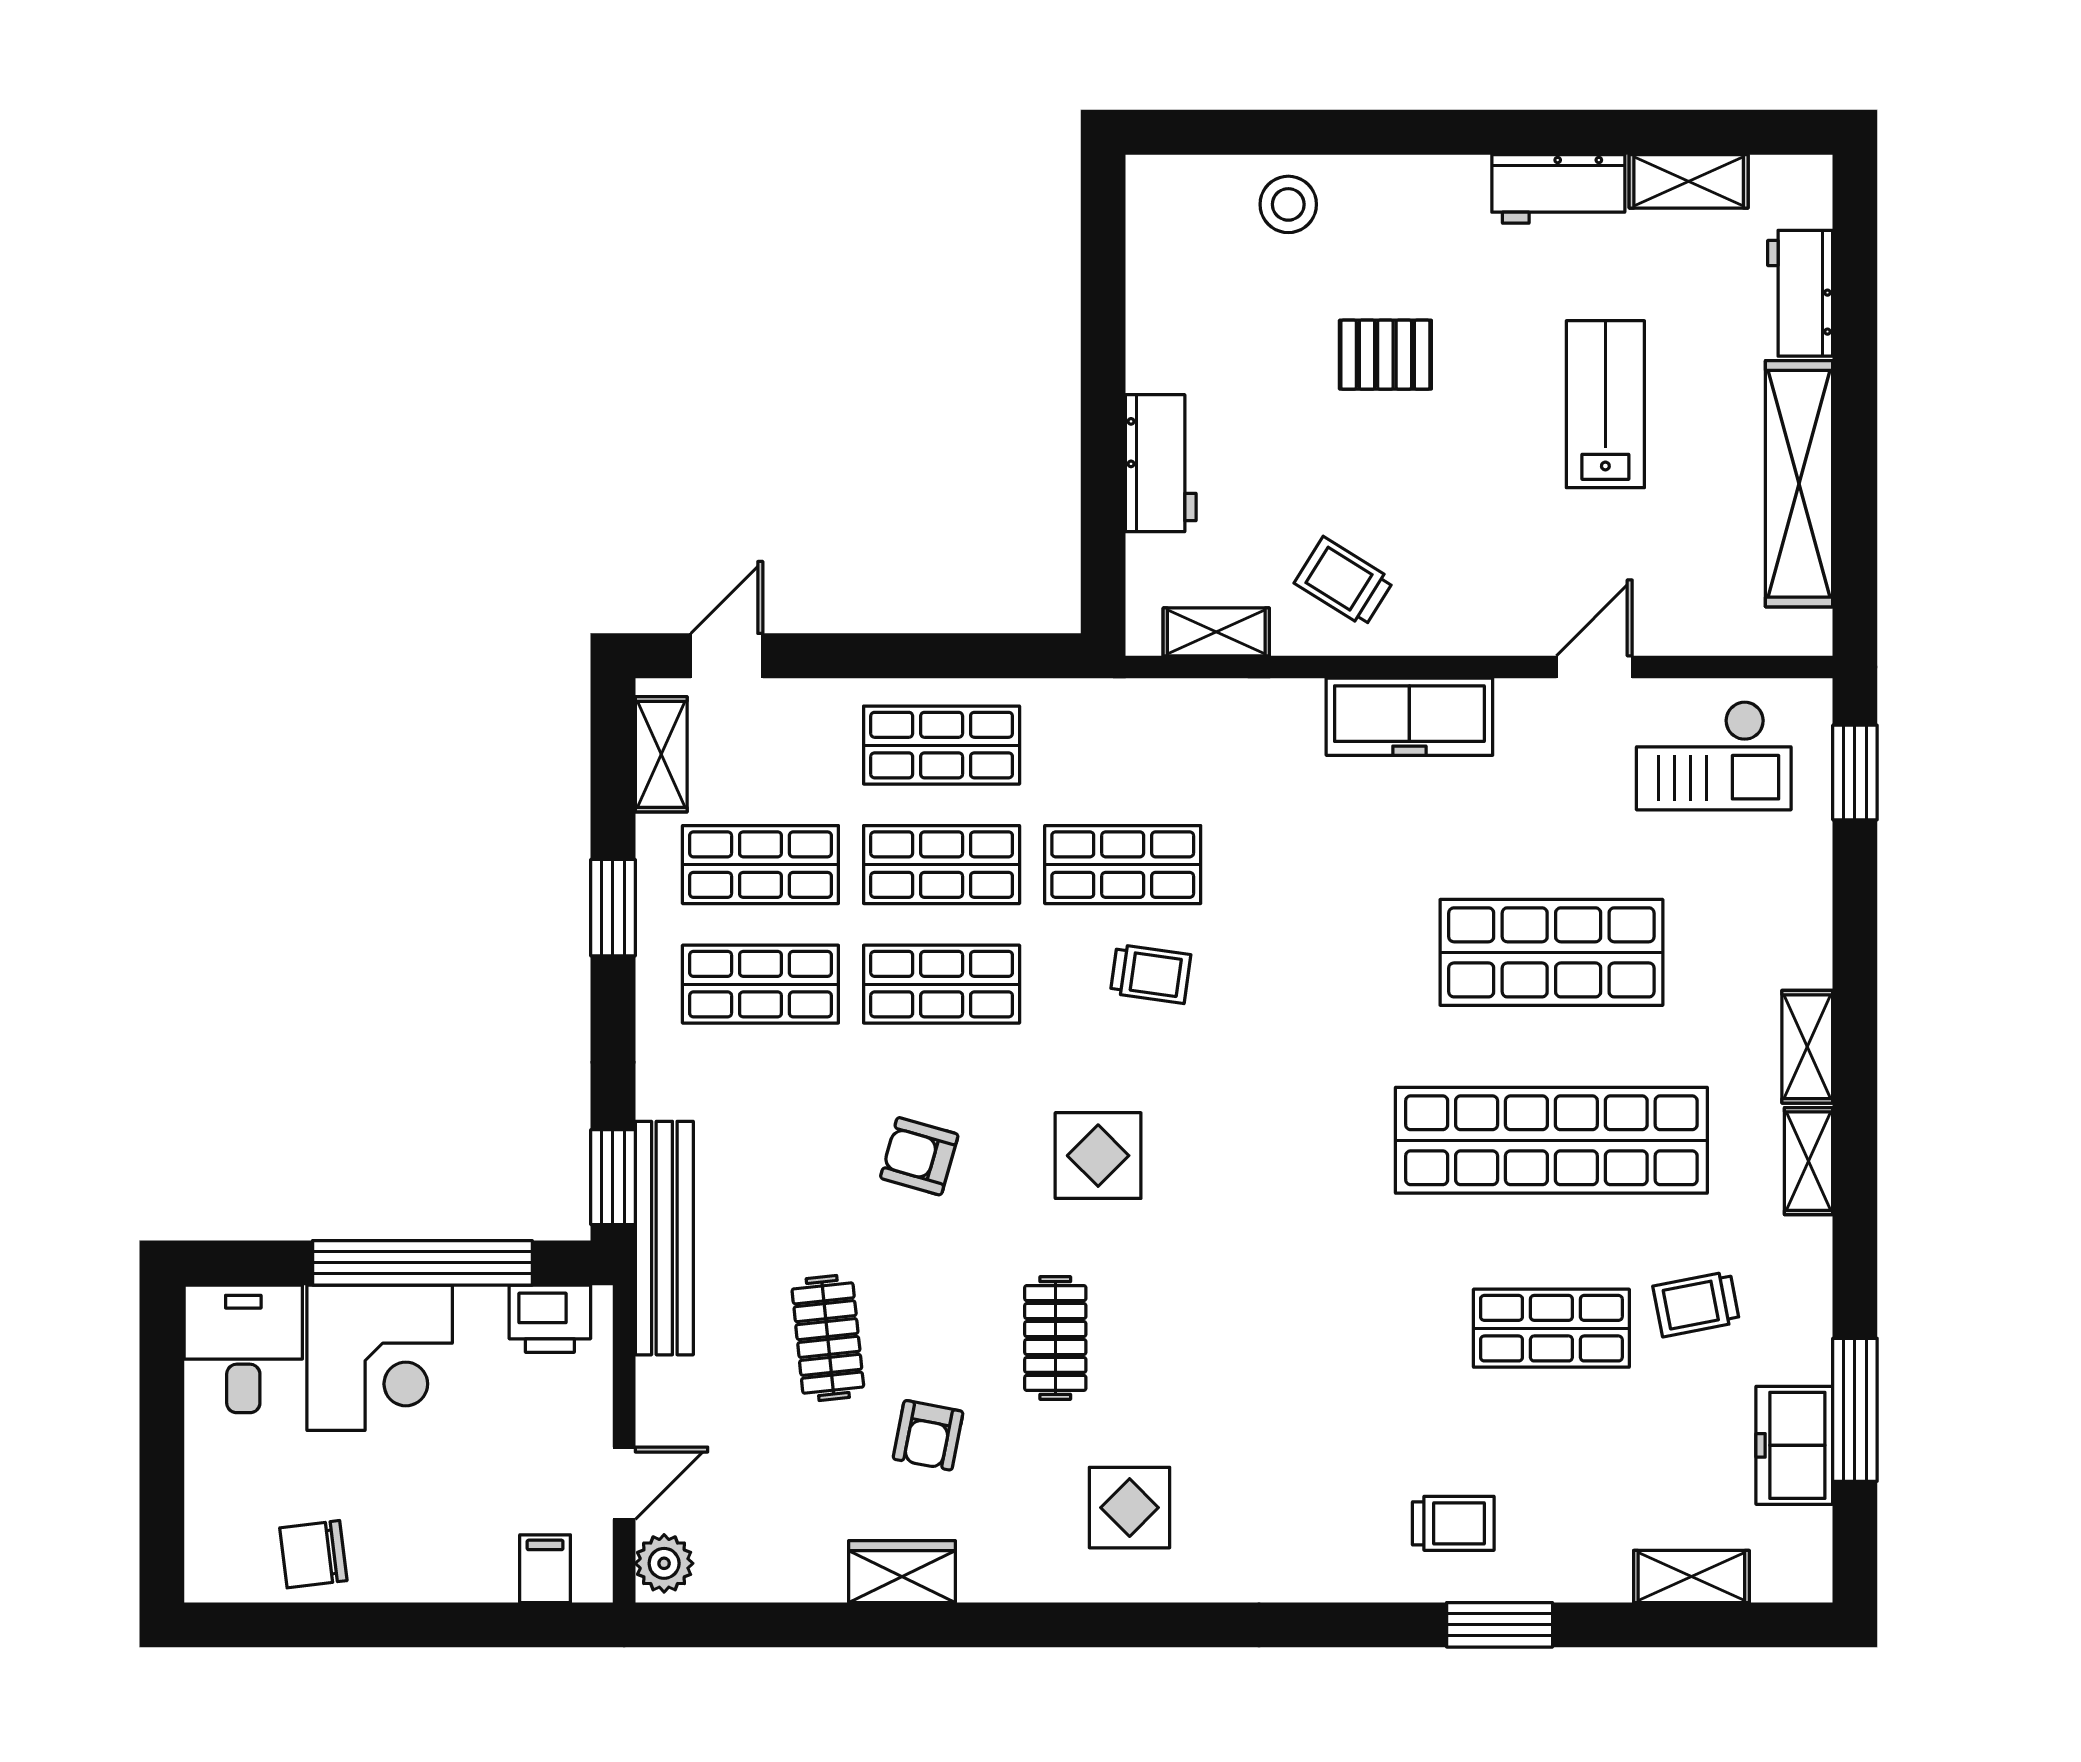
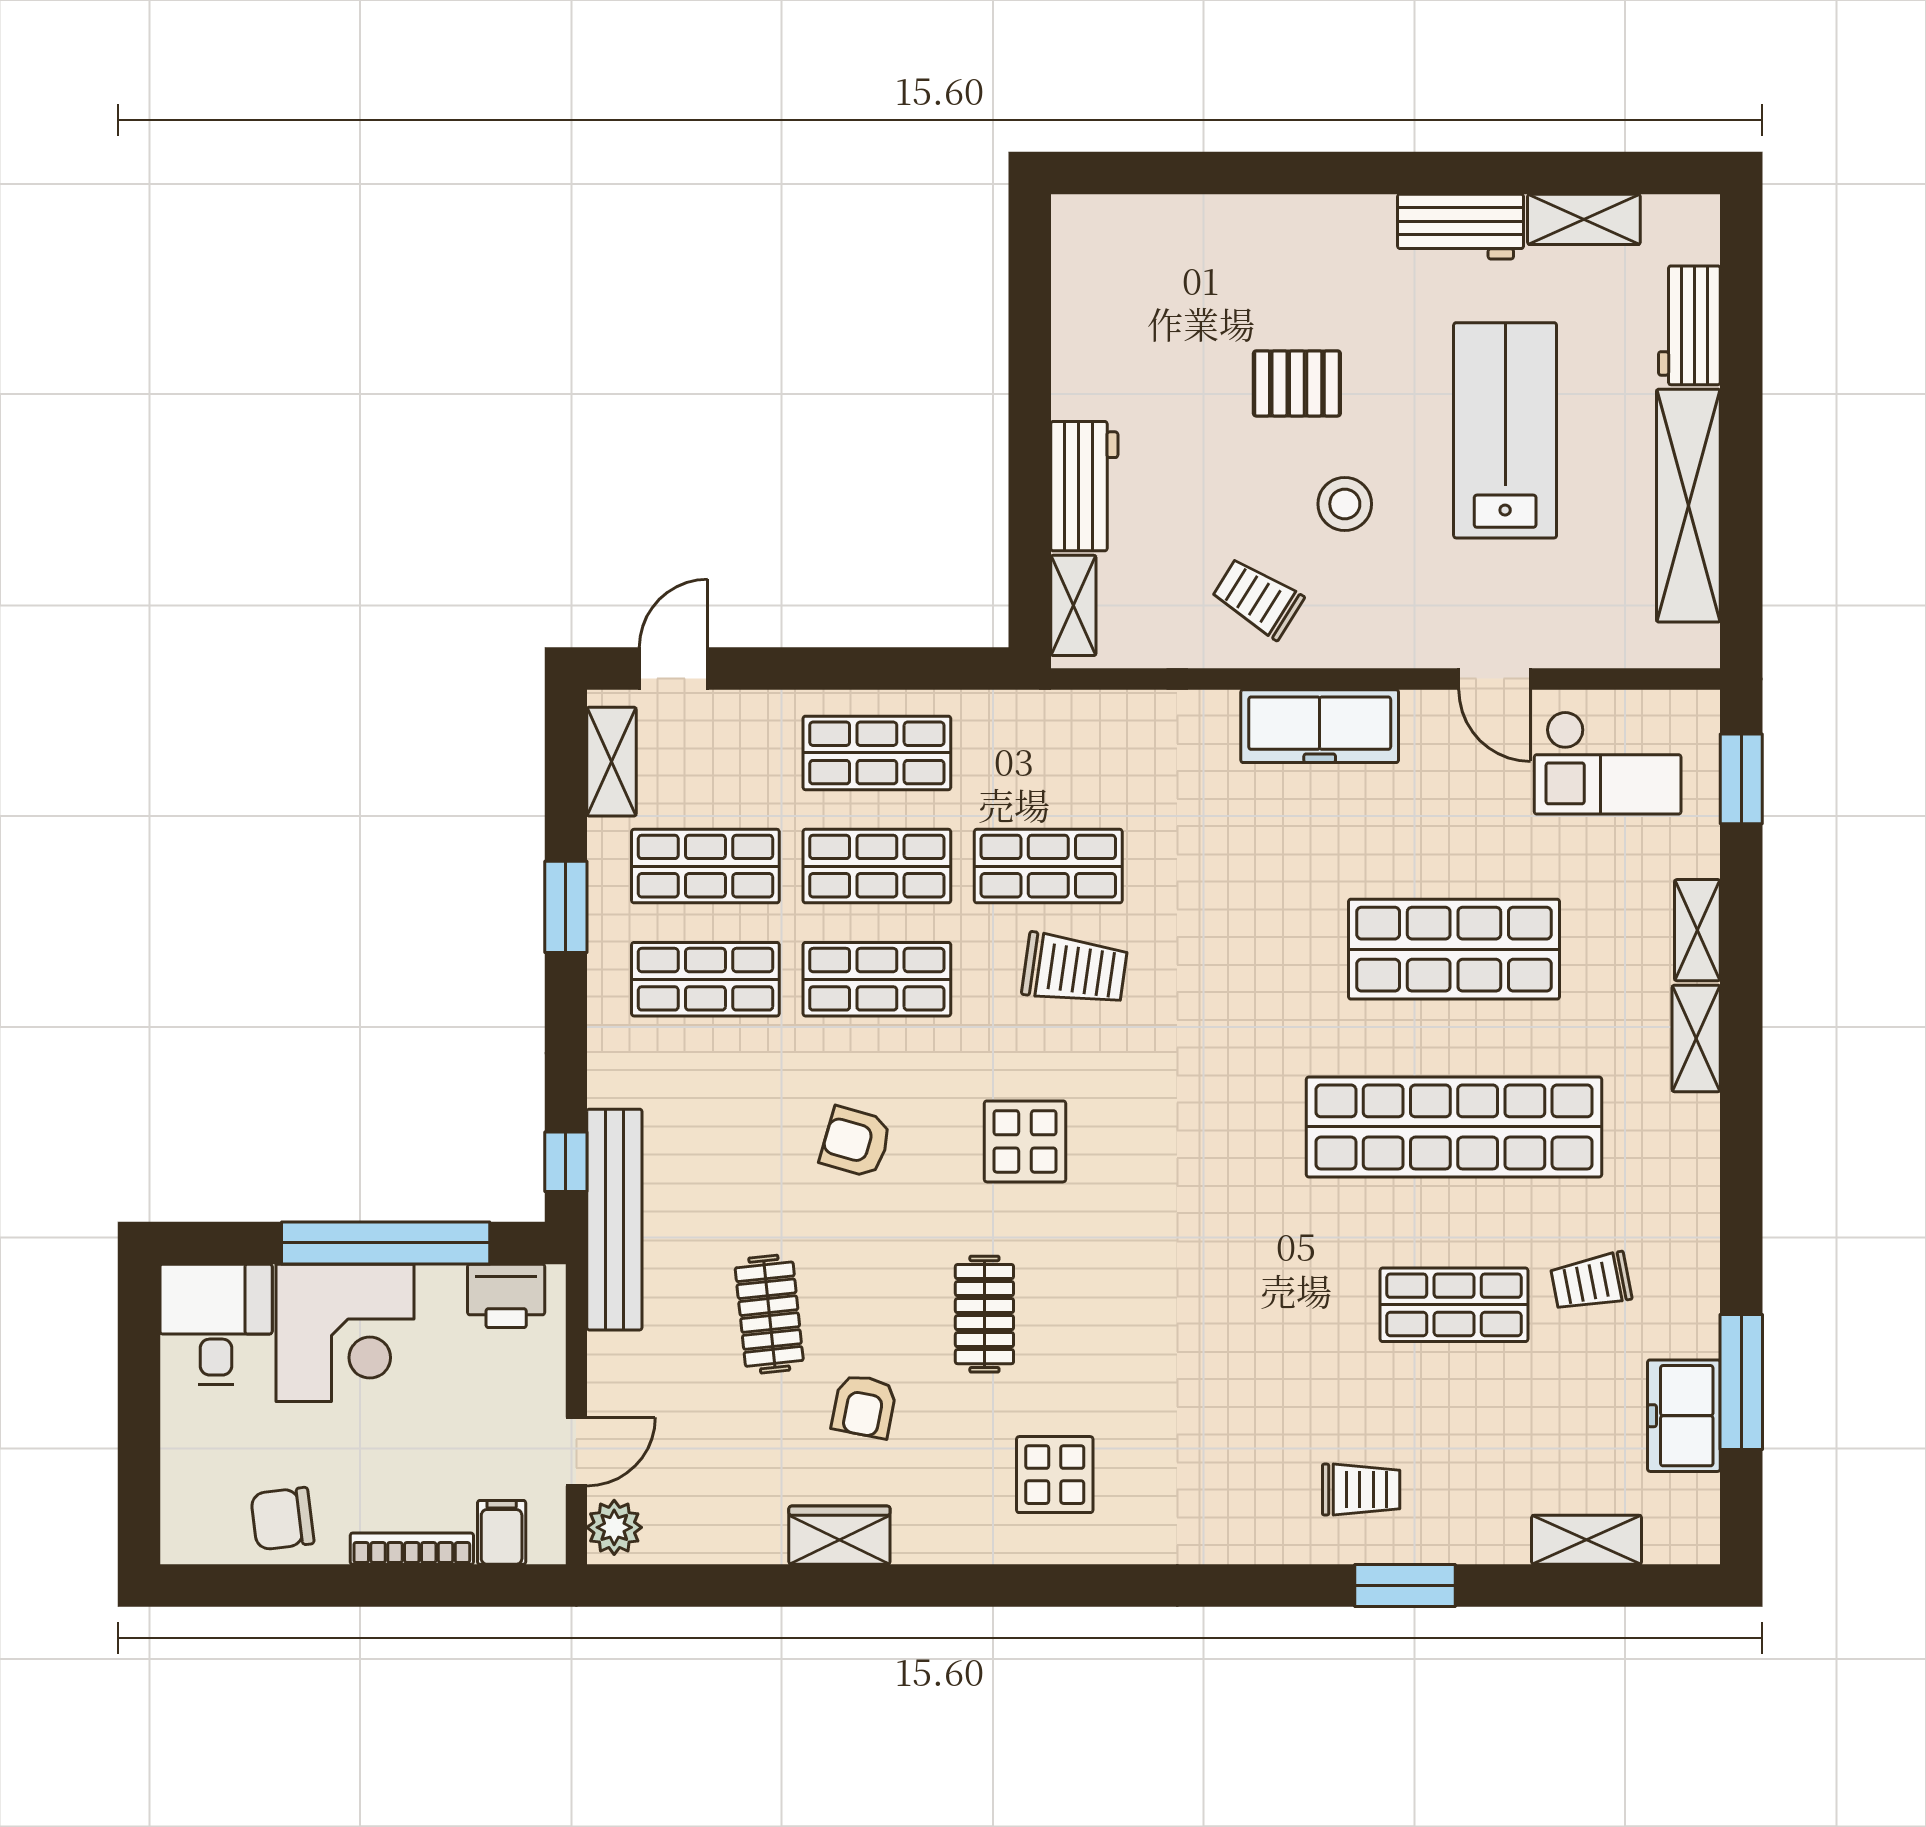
stool: (1288, 204) -> (1345, 504), moved
lab bench: (1605, 404) -> (1505, 430), width x1.36, depth x1.39
shelving: (1216, 632) -> (1073, 605), moved, turned 90
door: (1594, 667) -> (1495, 679), swing flipped
trolley: (1151, 974) -> (1075, 970), width x1.36, depth x1.39
shelving: (1809, 1161) -> (1697, 930), moved
window: (613, 1177) -> (566, 1162), width x0.67
bookcase: (450, 1586) -> (412, 1549), added

